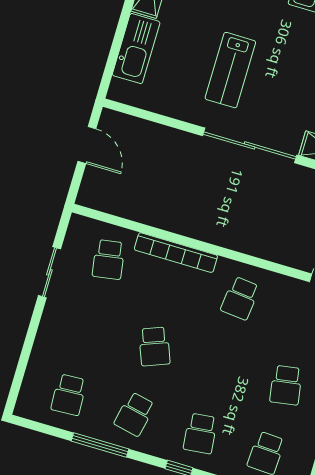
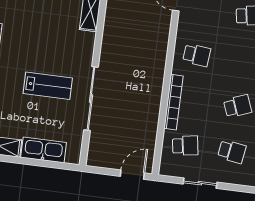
door: (87, 145) -> (132, 175), moved
sliding door: (250, 145) -> (91, 99), moved
school desk: (89, 327) -> (232, 152), added

